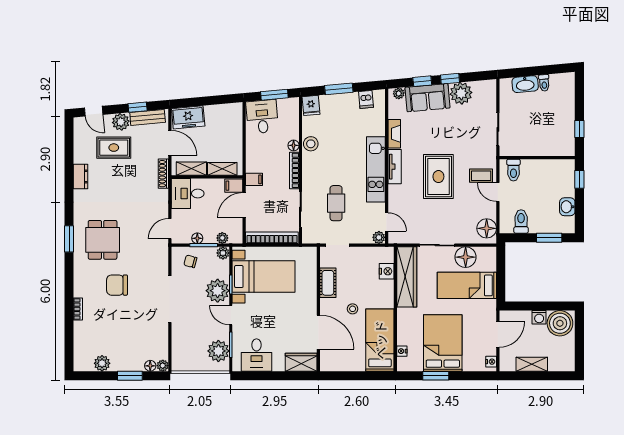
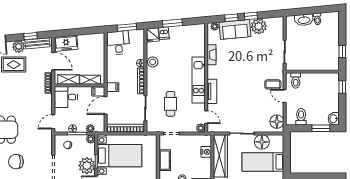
dishwasher: (366, 99) -> (164, 33), moved
tv unit: (395, 167) -> (212, 91), moved
rug: (438, 177) -> (243, 85), removed
washbasin: (567, 207) -> (334, 119), moved

